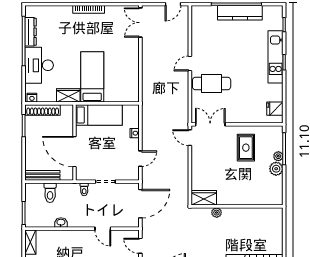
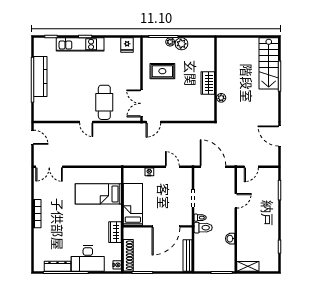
bed: (92, 77) -> (98, 194), moved
toilet: (50, 193) -> (203, 228), moved
wardrobe: (204, 198) -> (208, 83), moved

